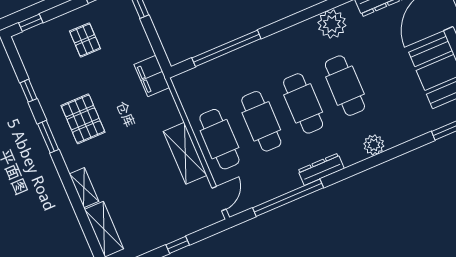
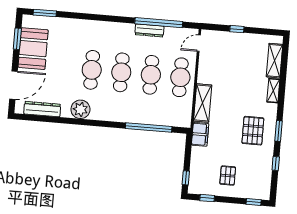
plant: (374, 145) -> (93, 27), removed
shelving: (185, 153) -> (203, 103), moved
dresser: (321, 169) -> (149, 30), moved

